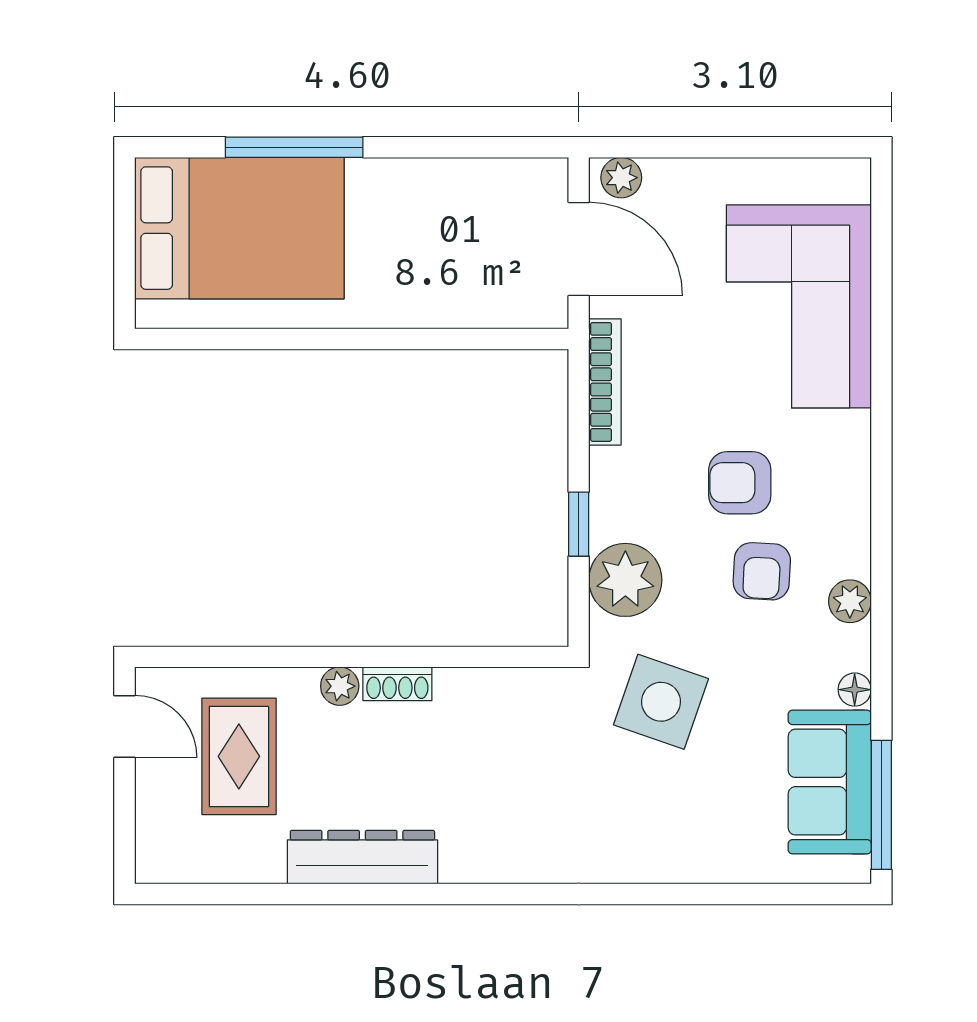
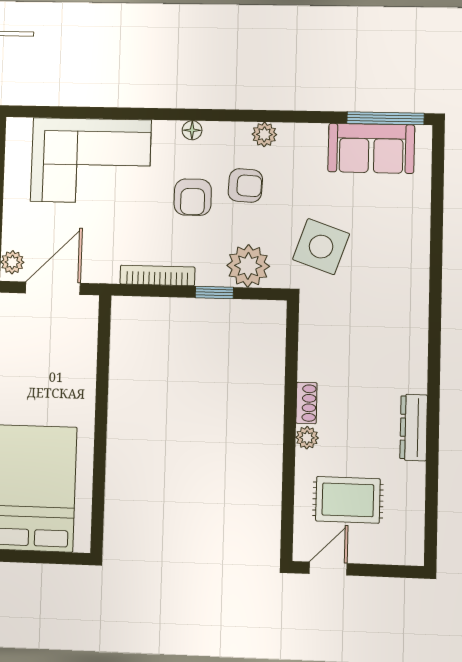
bookcase: (605, 382) -> (157, 275), moved
floor lamp: (855, 690) -> (192, 130), moved
dresser: (362, 857) -> (414, 428), width x0.73, depth x0.80

